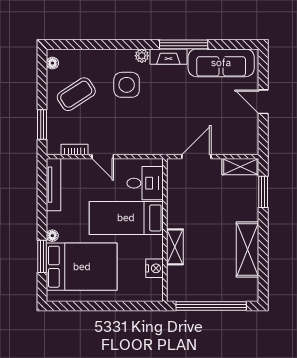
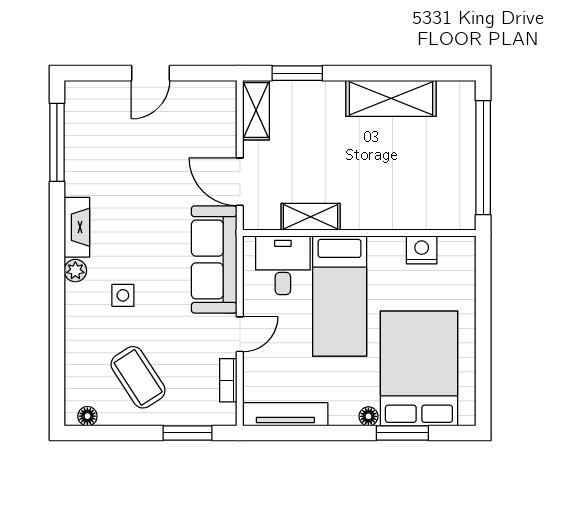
window: (184, 44) -> (57, 142), moved
sofa: (221, 63) -> (214, 259), moved, turned 180
side table: (127, 85) -> (123, 295), width x0.54, depth x0.54
shelving: (175, 247) -> (311, 217), moved

